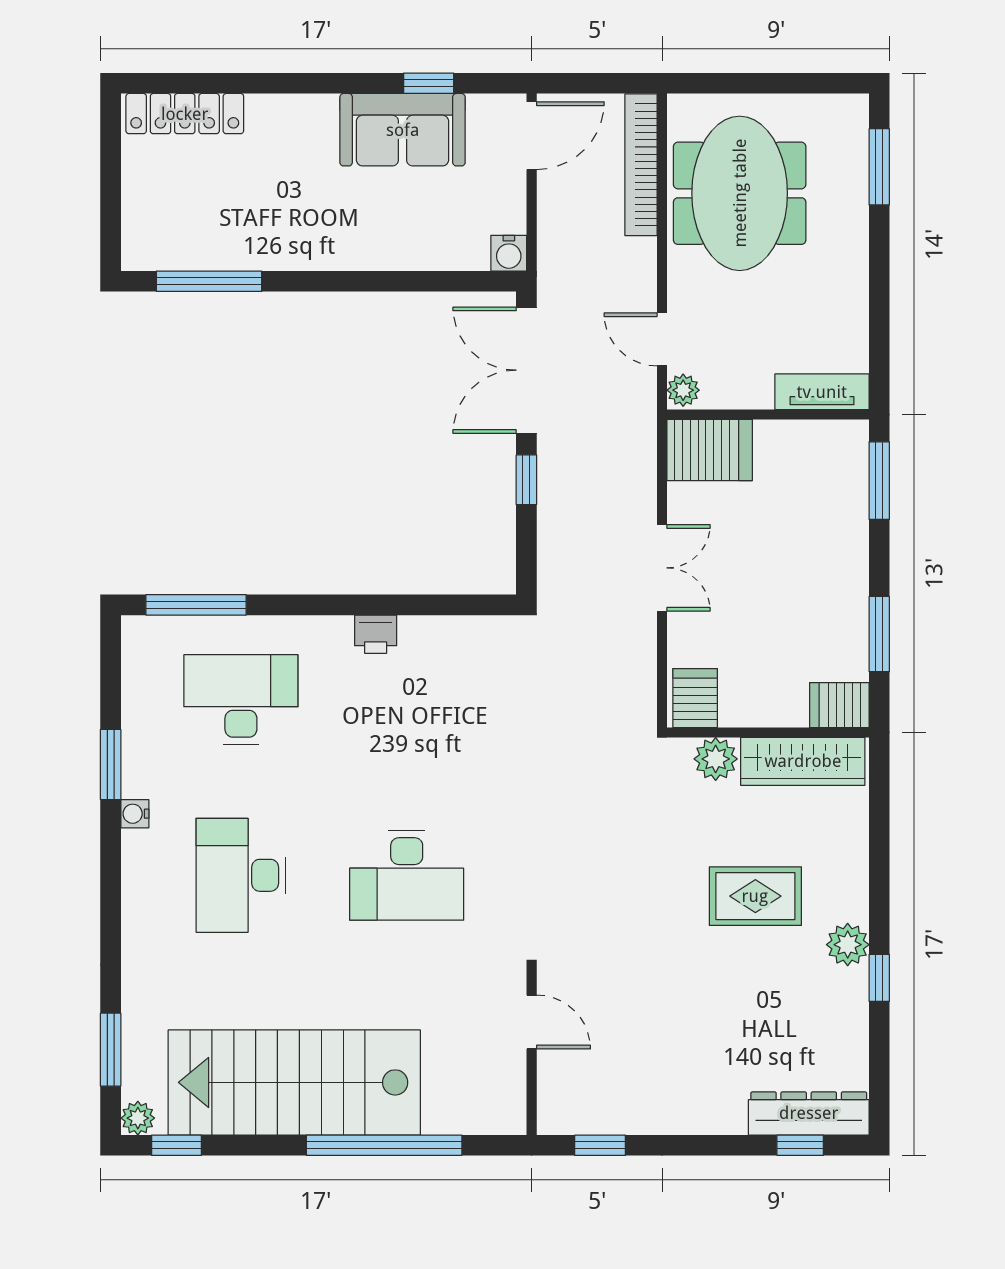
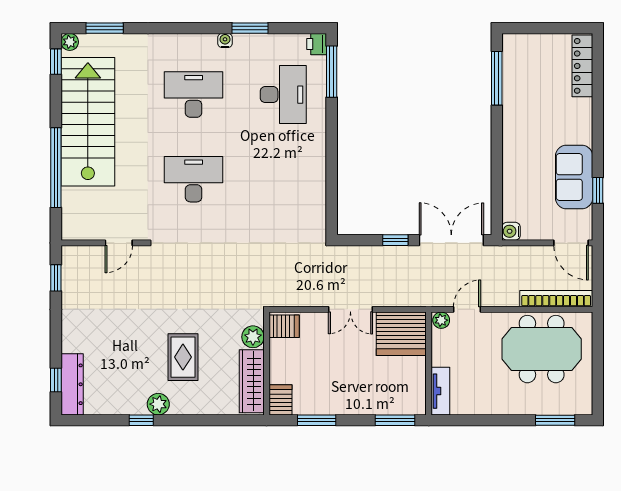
server rack: (710, 450) -> (401, 334), width x1.60
printer: (376, 634) -> (317, 44), moved
desk: (407, 875) -> (194, 179), turned 90

